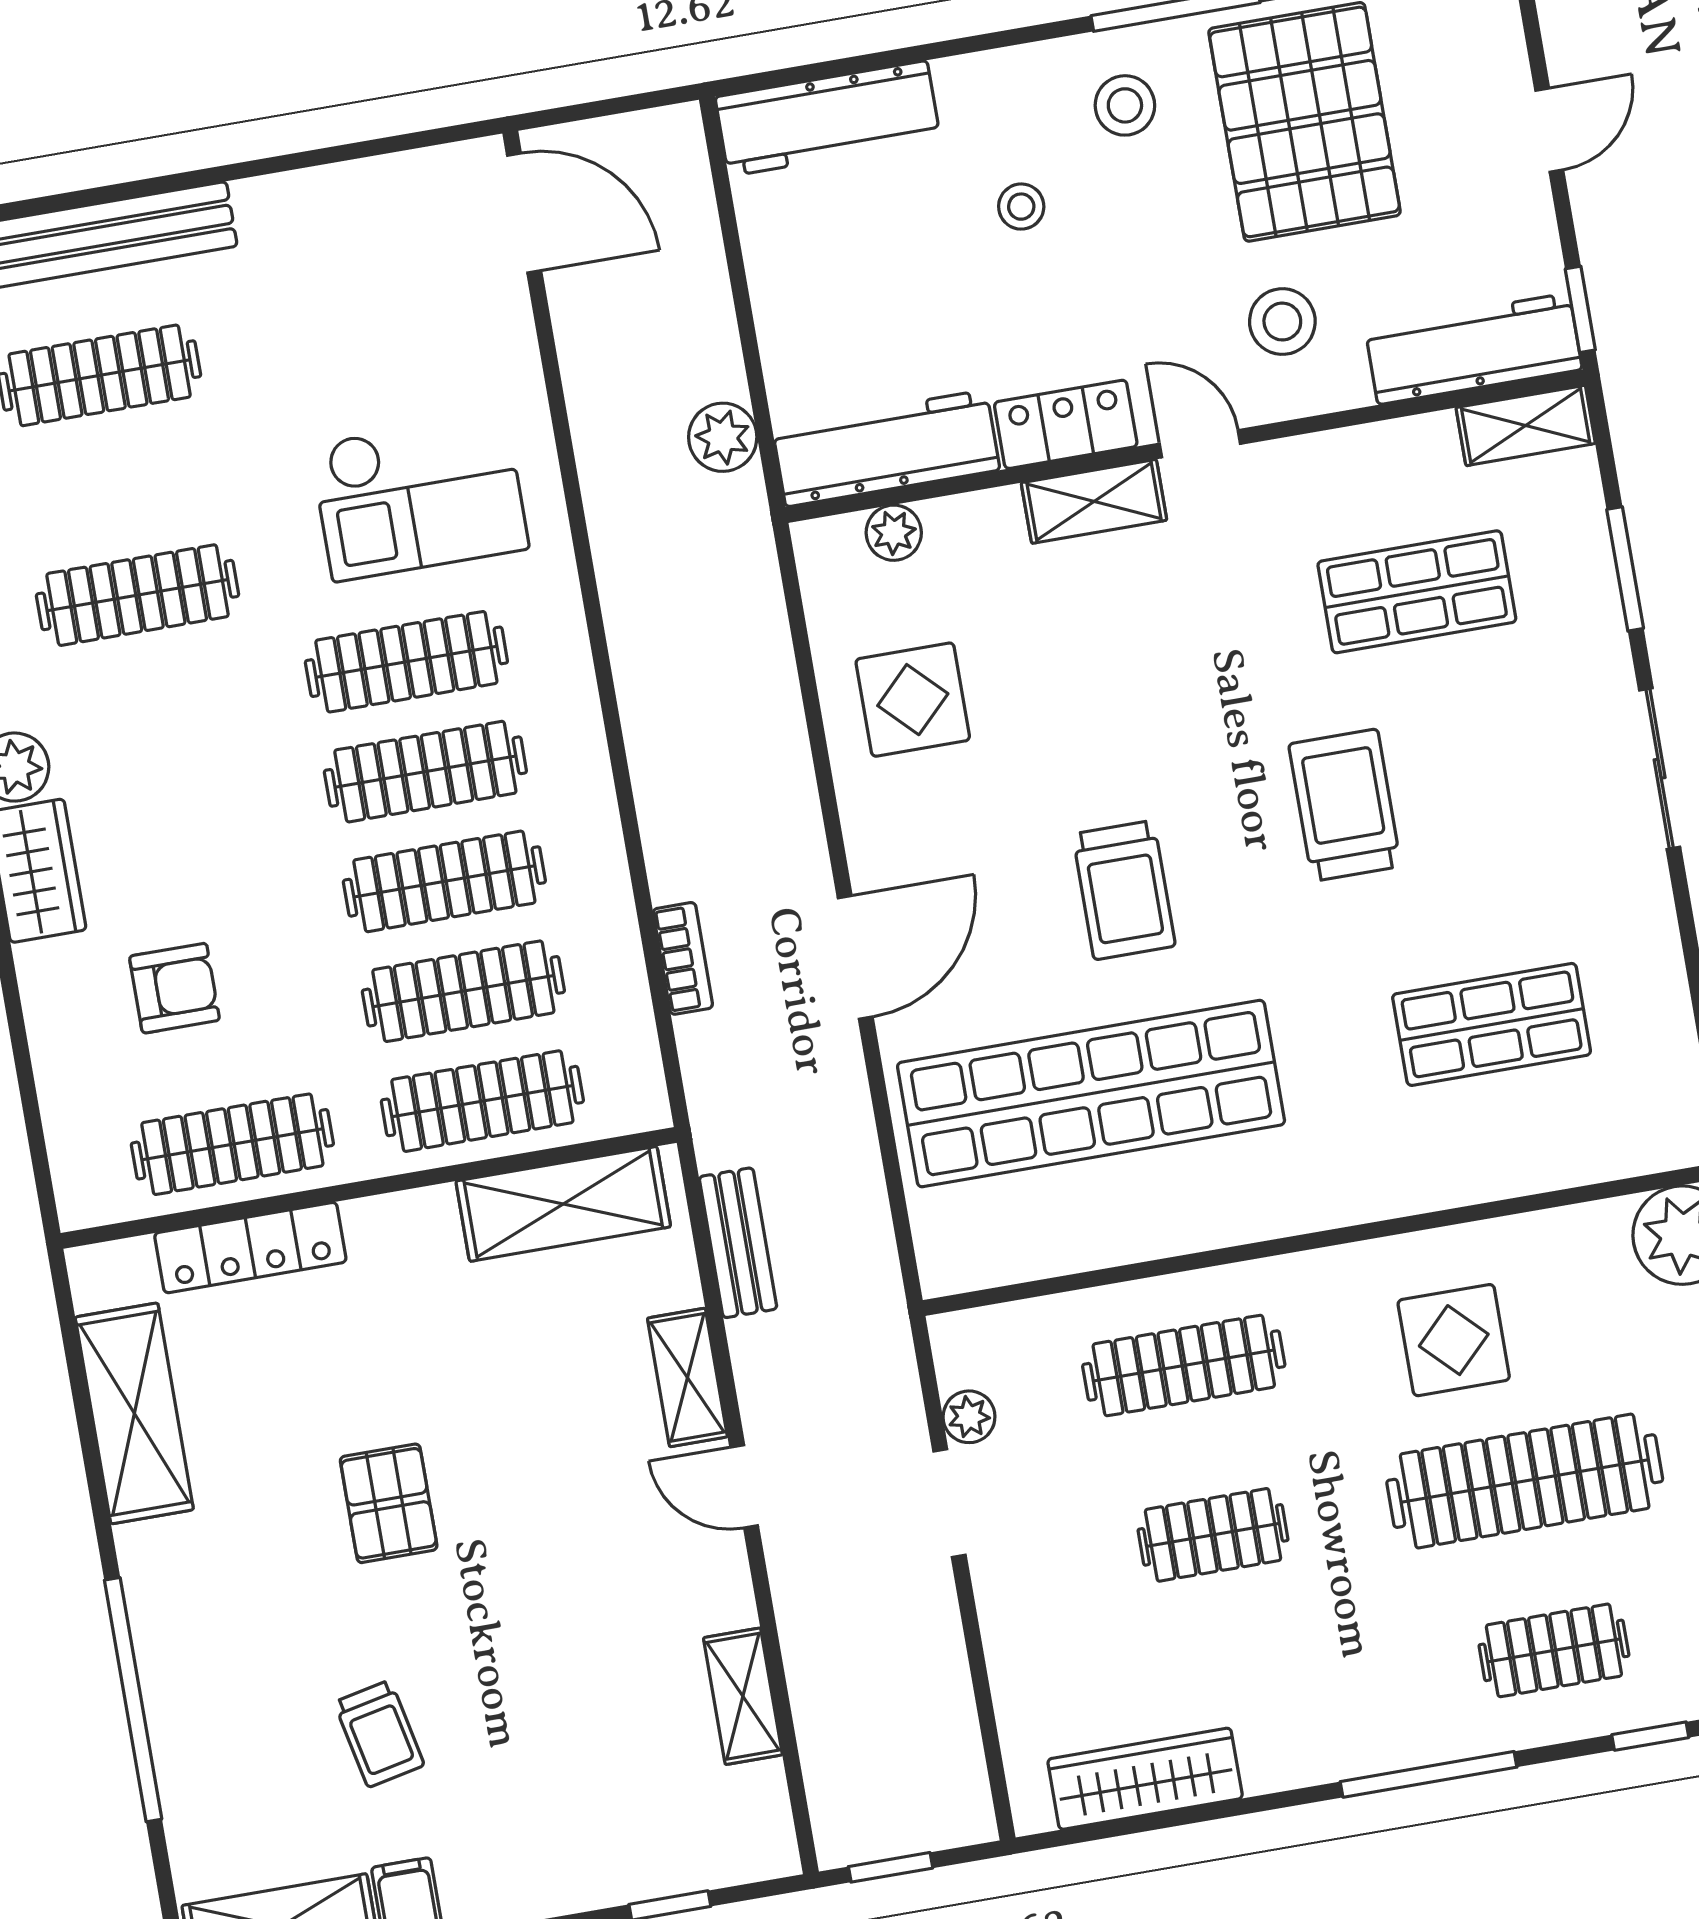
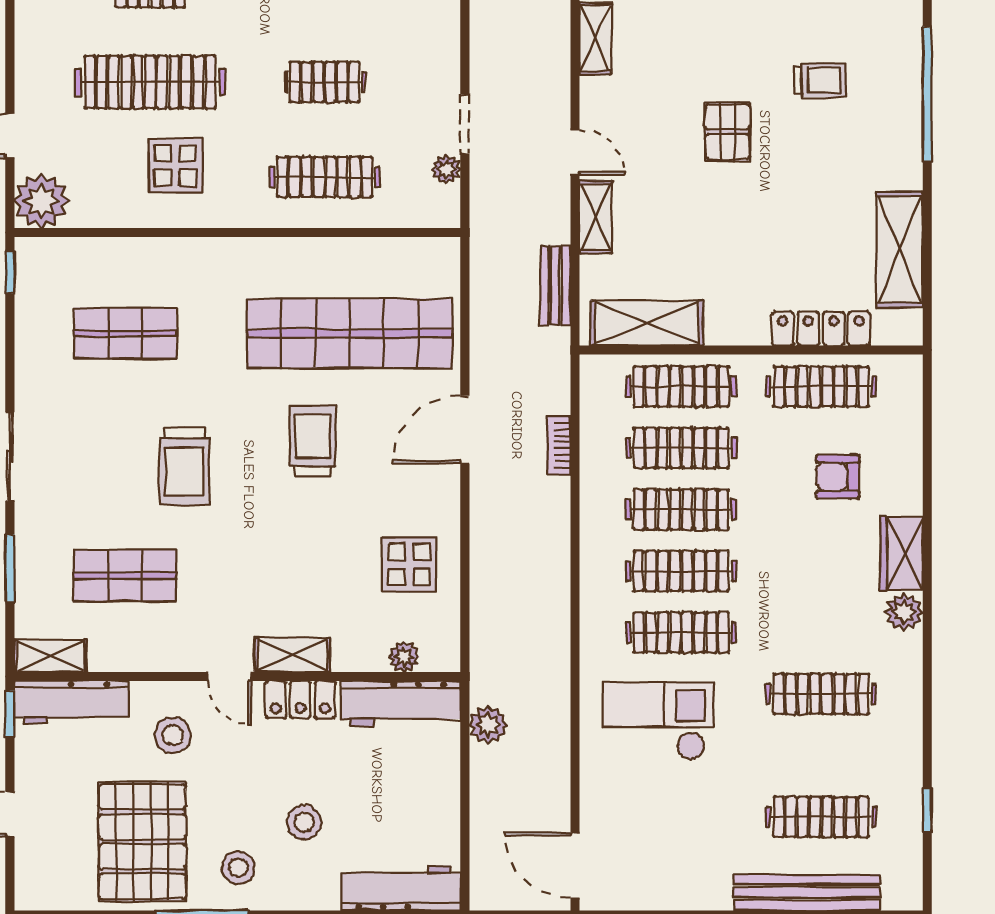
stool: (1021, 207) -> (304, 822), width x1.37, depth x1.37
pallet: (389, 1503) -> (728, 132), moved
trolley: (379, 1734) -> (820, 80), moved, turned 102

